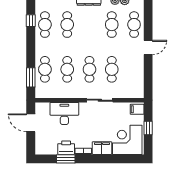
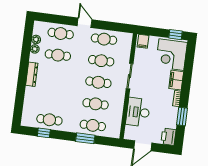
cafe table: (67, 25) -> (104, 39), moved
window: (31, 77) -> (85, 138), moved
window: (148, 128) -> (175, 35), moved
printer: (66, 148) -> (168, 137), moved

